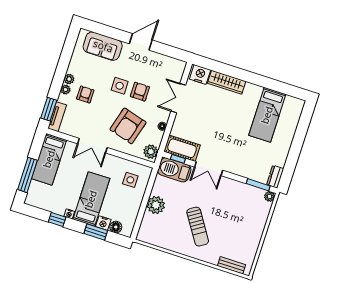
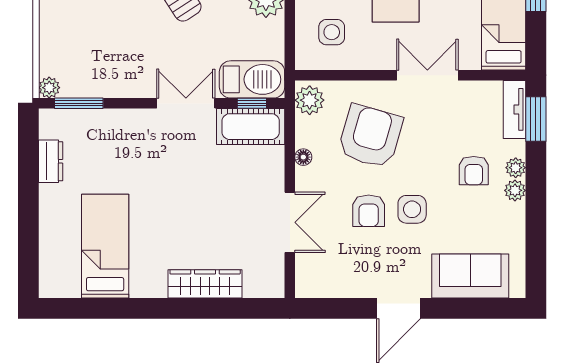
nightstand: (200, 74) -> (262, 282), removed
dresser: (275, 177) -> (51, 161), moved

